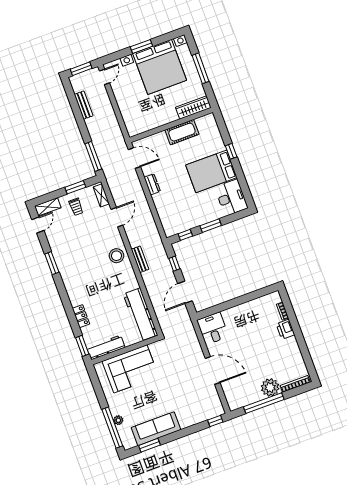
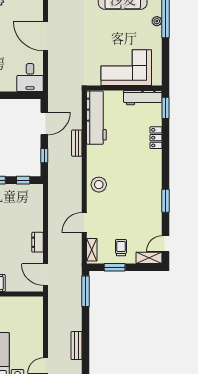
bench: (140, 259) -> (77, 143), moved

